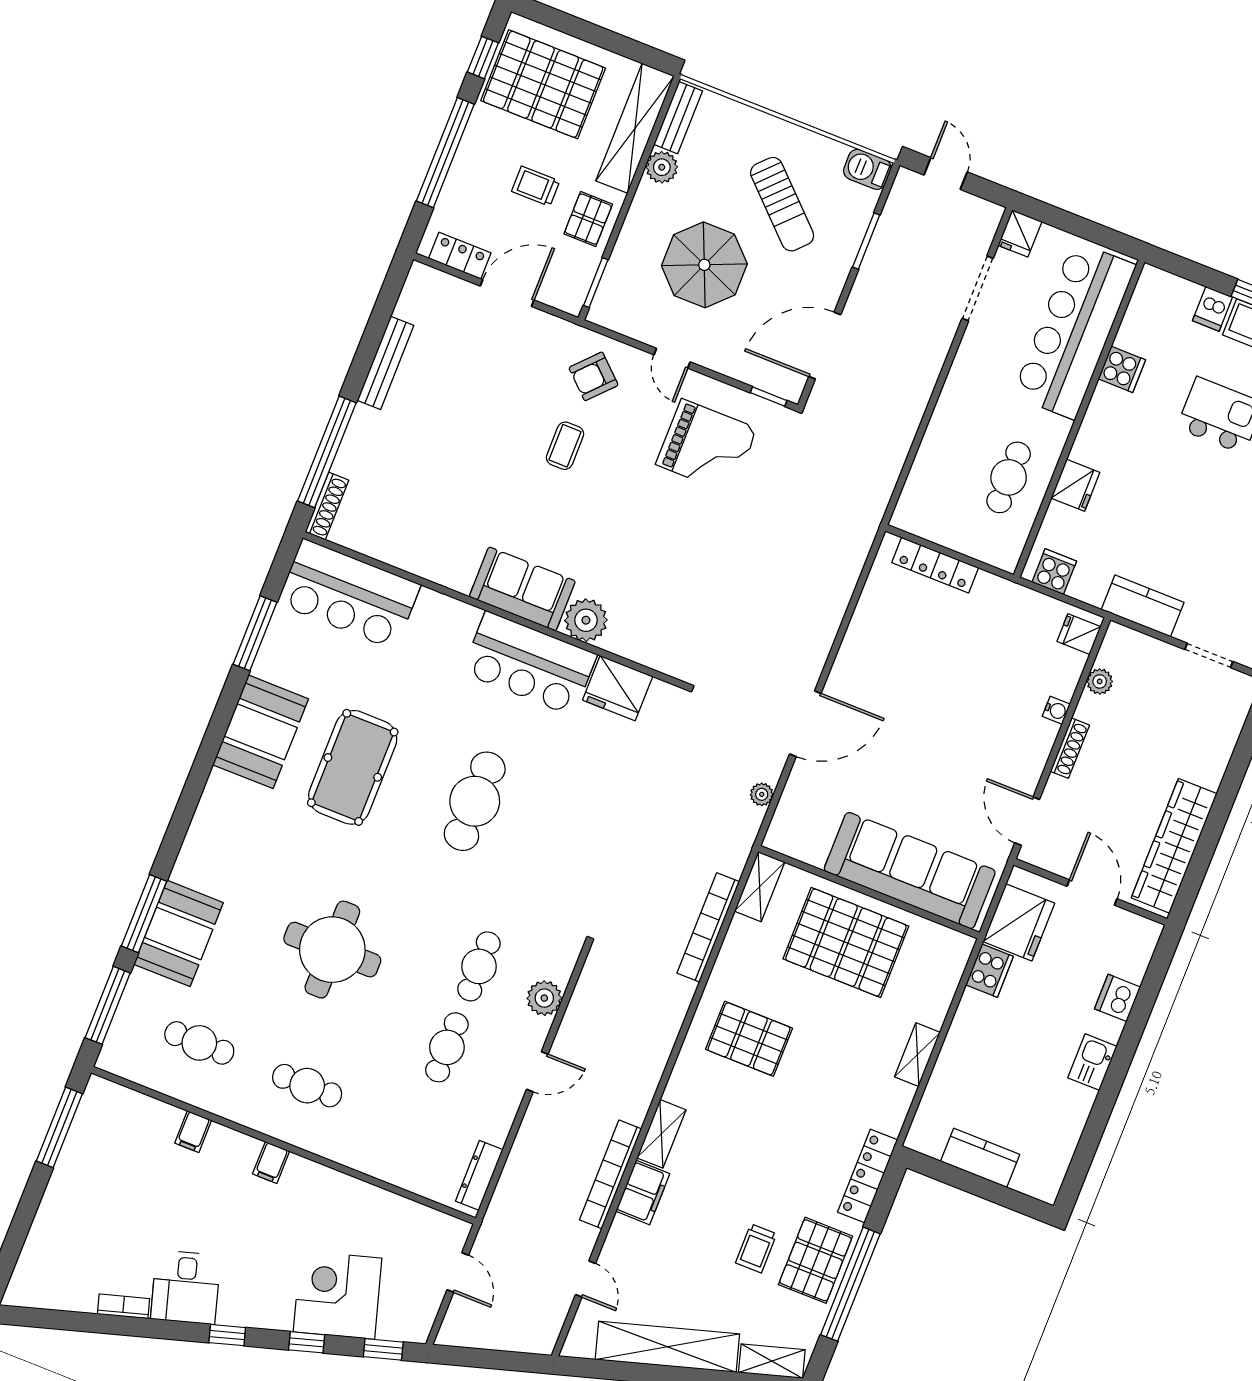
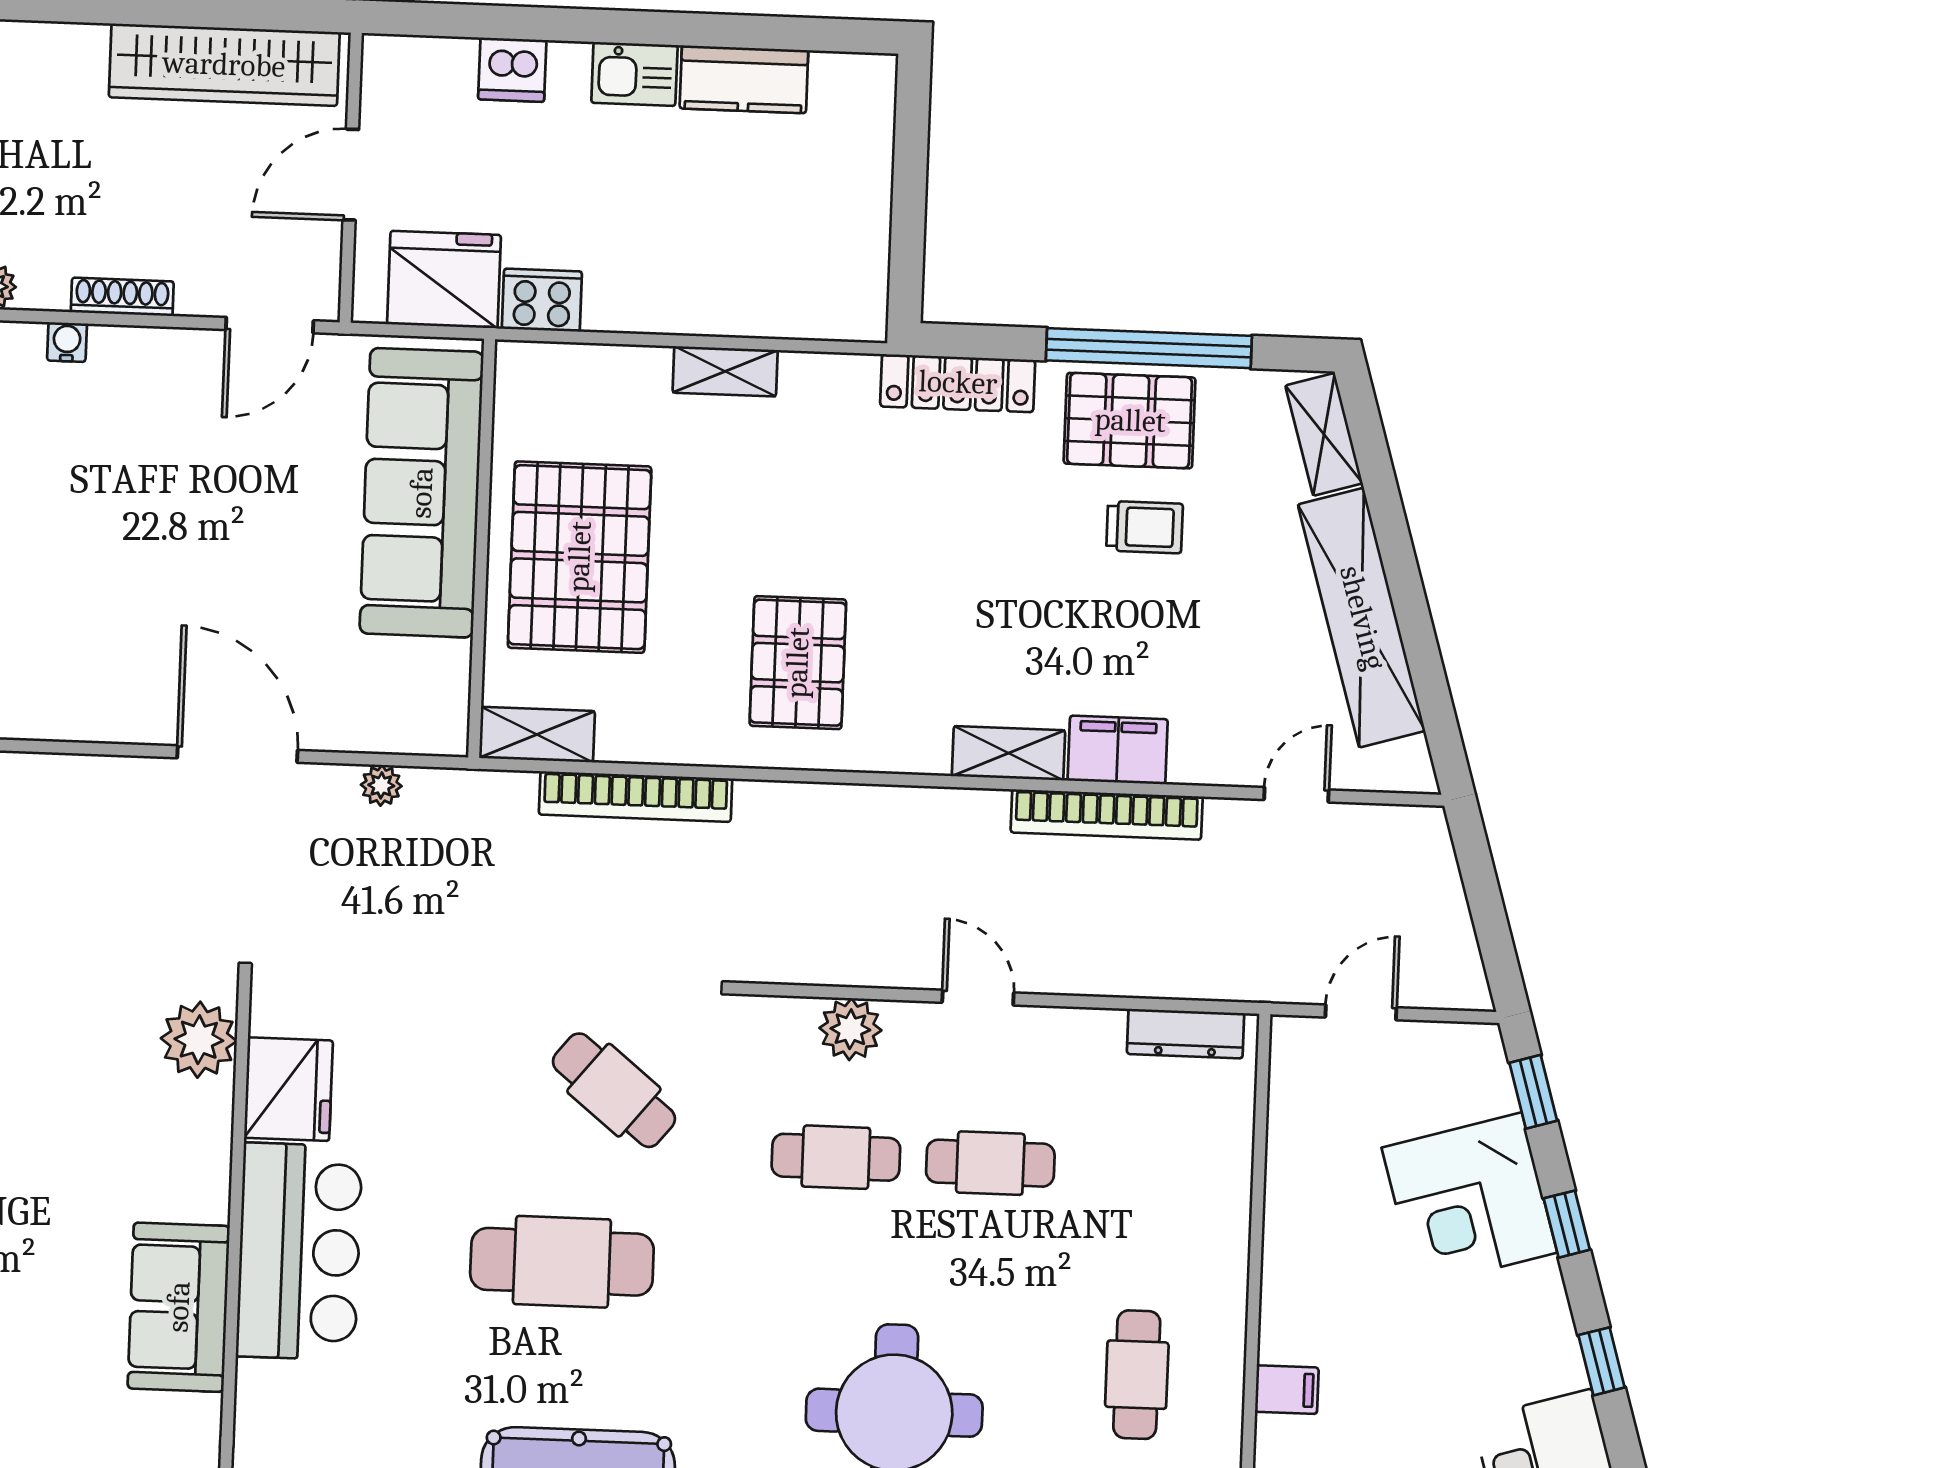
plant: (586, 620) -> (199, 1040), moved
cafe table: (556, 861) -> (614, 1090), added
kitchen counter: (980, 1158) -> (744, 79), moved, turned -90

